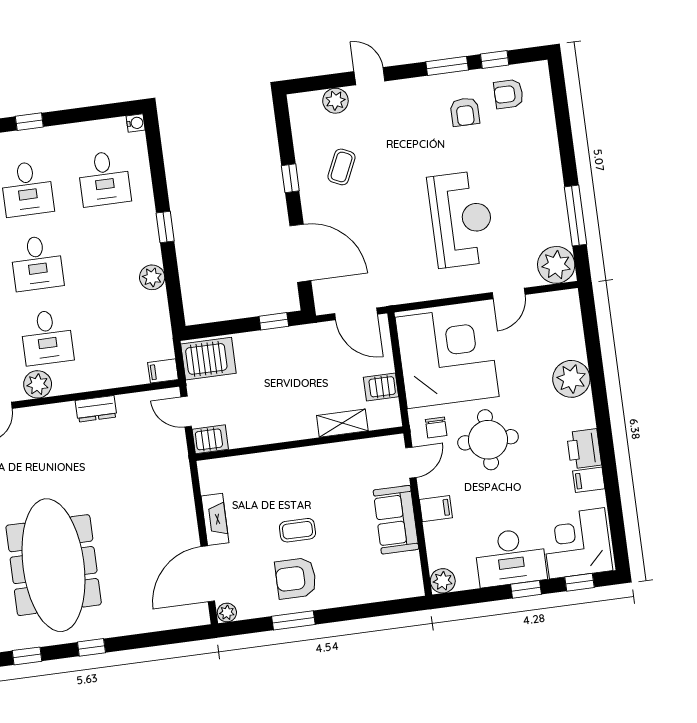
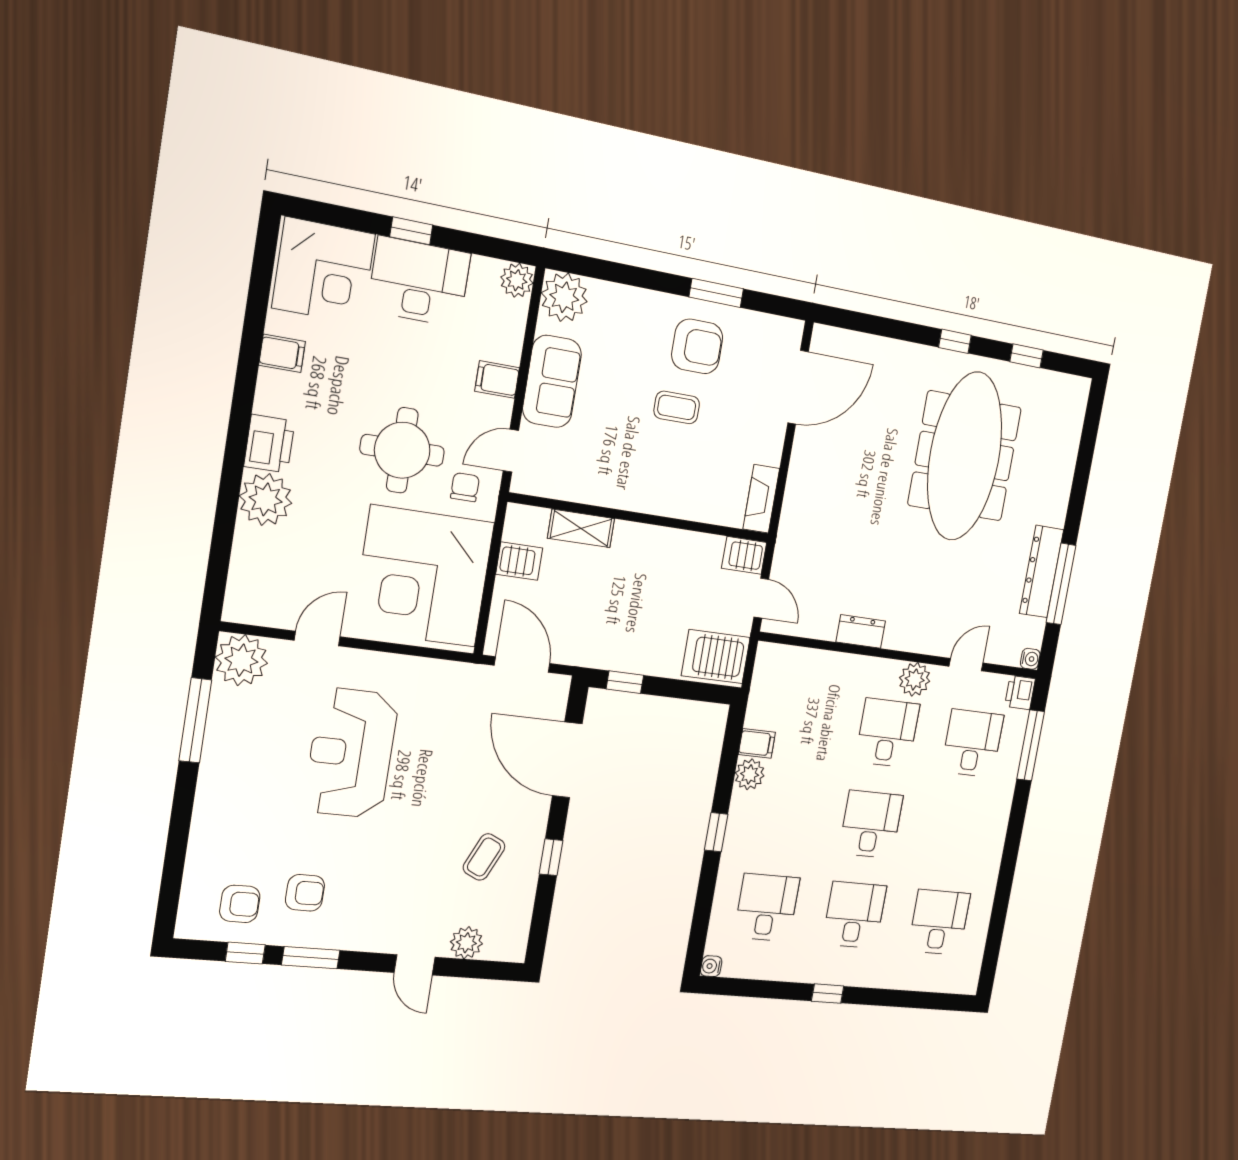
armchair: (465, 112) -> (305, 893), turned 90
filing cabinet: (163, 371) -> (757, 743), moved
printer: (584, 449) -> (269, 444), moved
fireplace: (215, 519) -> (761, 499), moved
window: (580, 582) -> (336, 216), removed
plant: (227, 613) -> (564, 297), moved, width x1.87, depth x1.87

